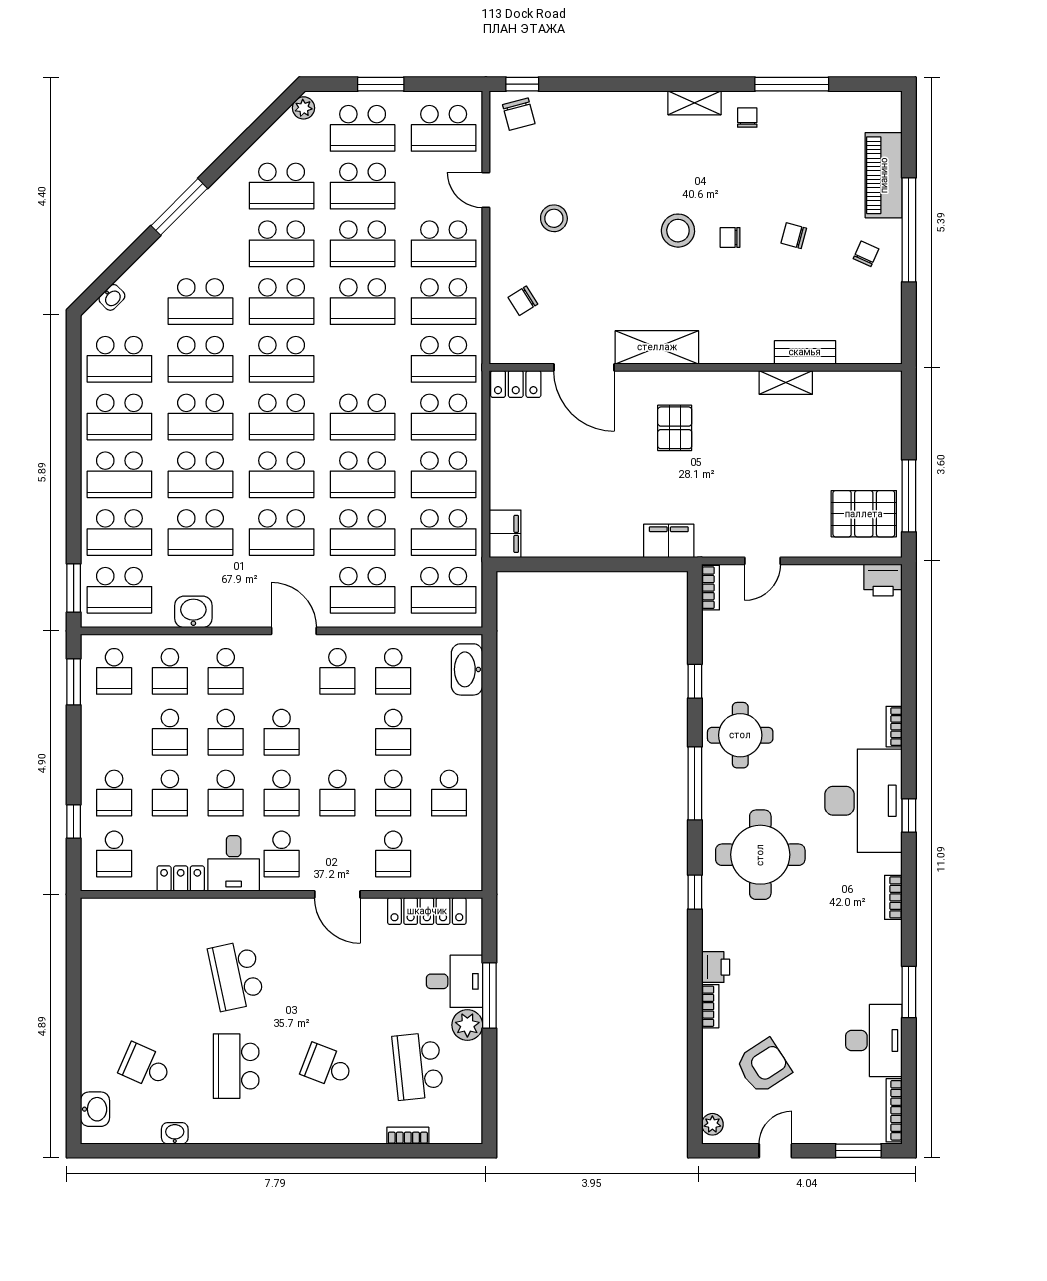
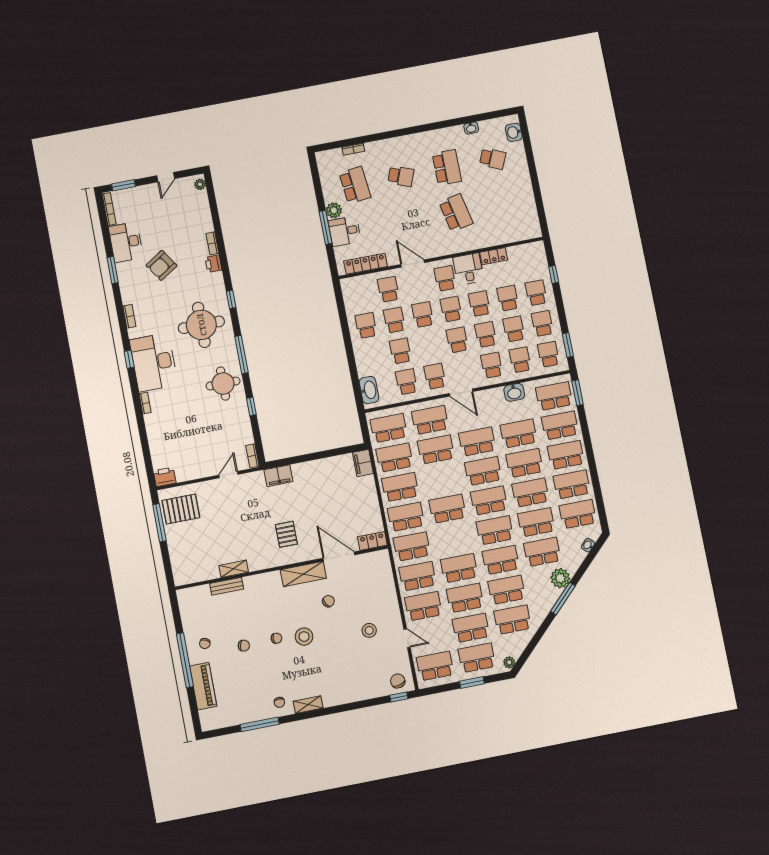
plant: (176, 246) -> (560, 578), added
chair: (523, 301) -> (328, 601), moved
school desk: (363, 475) -> (442, 479), removed
school desk: (114, 854) -> (542, 324), moved
armchair: (764, 1066) -> (161, 265), moved

